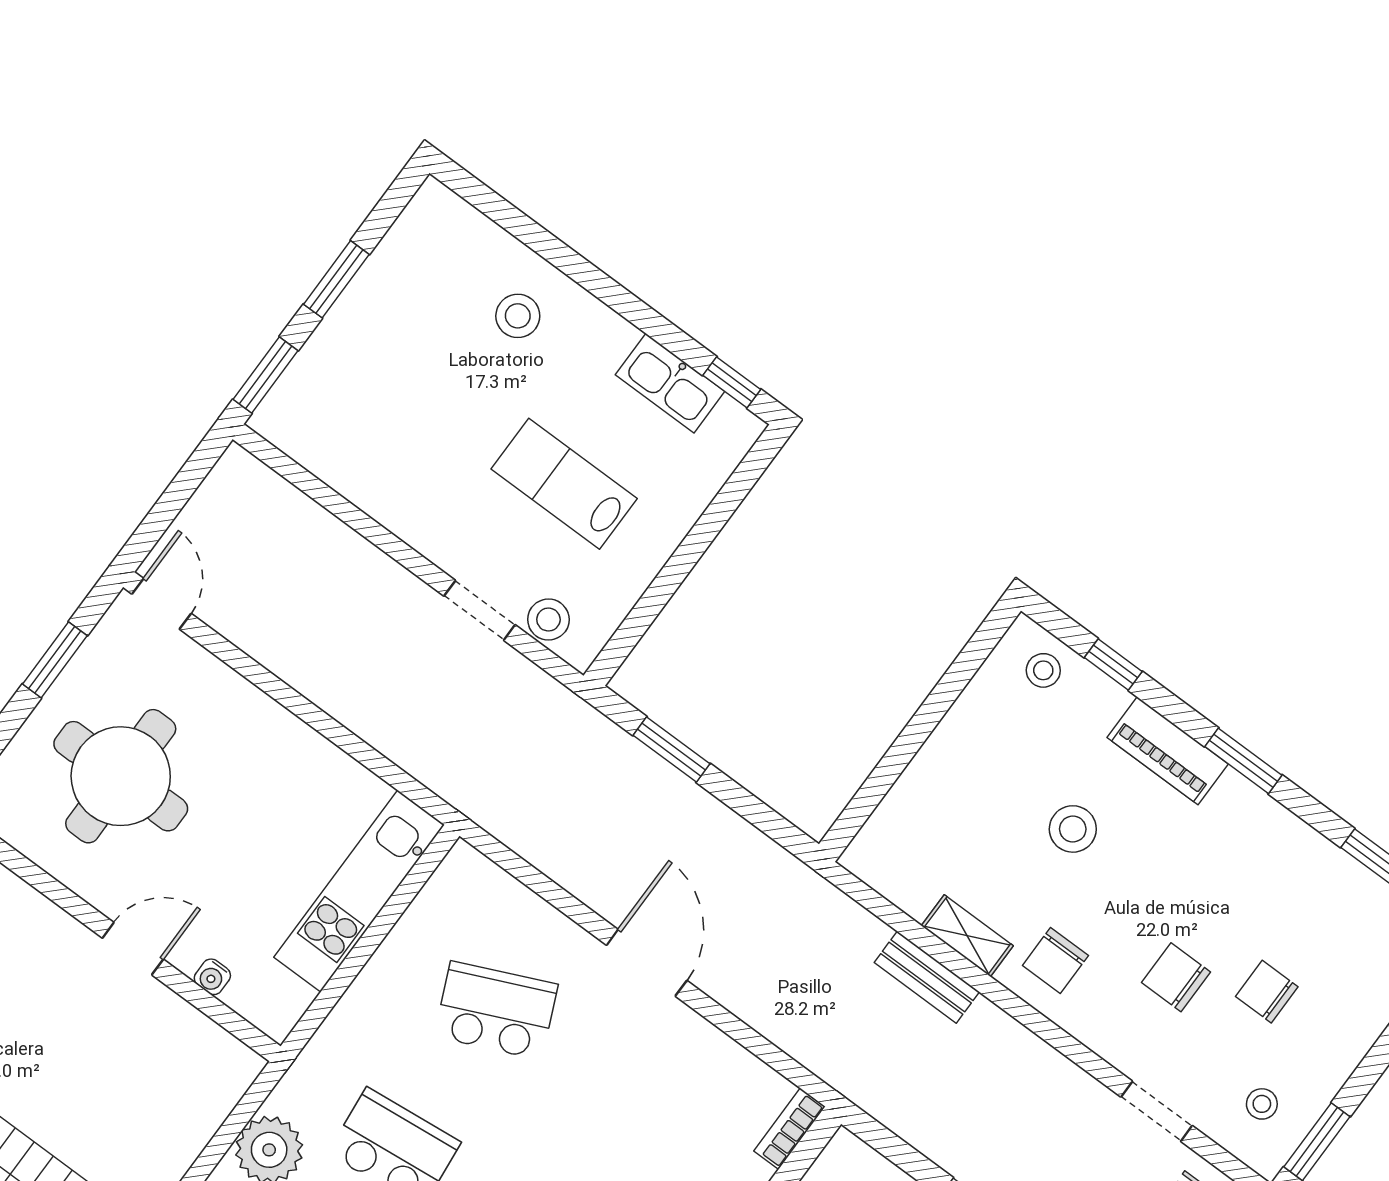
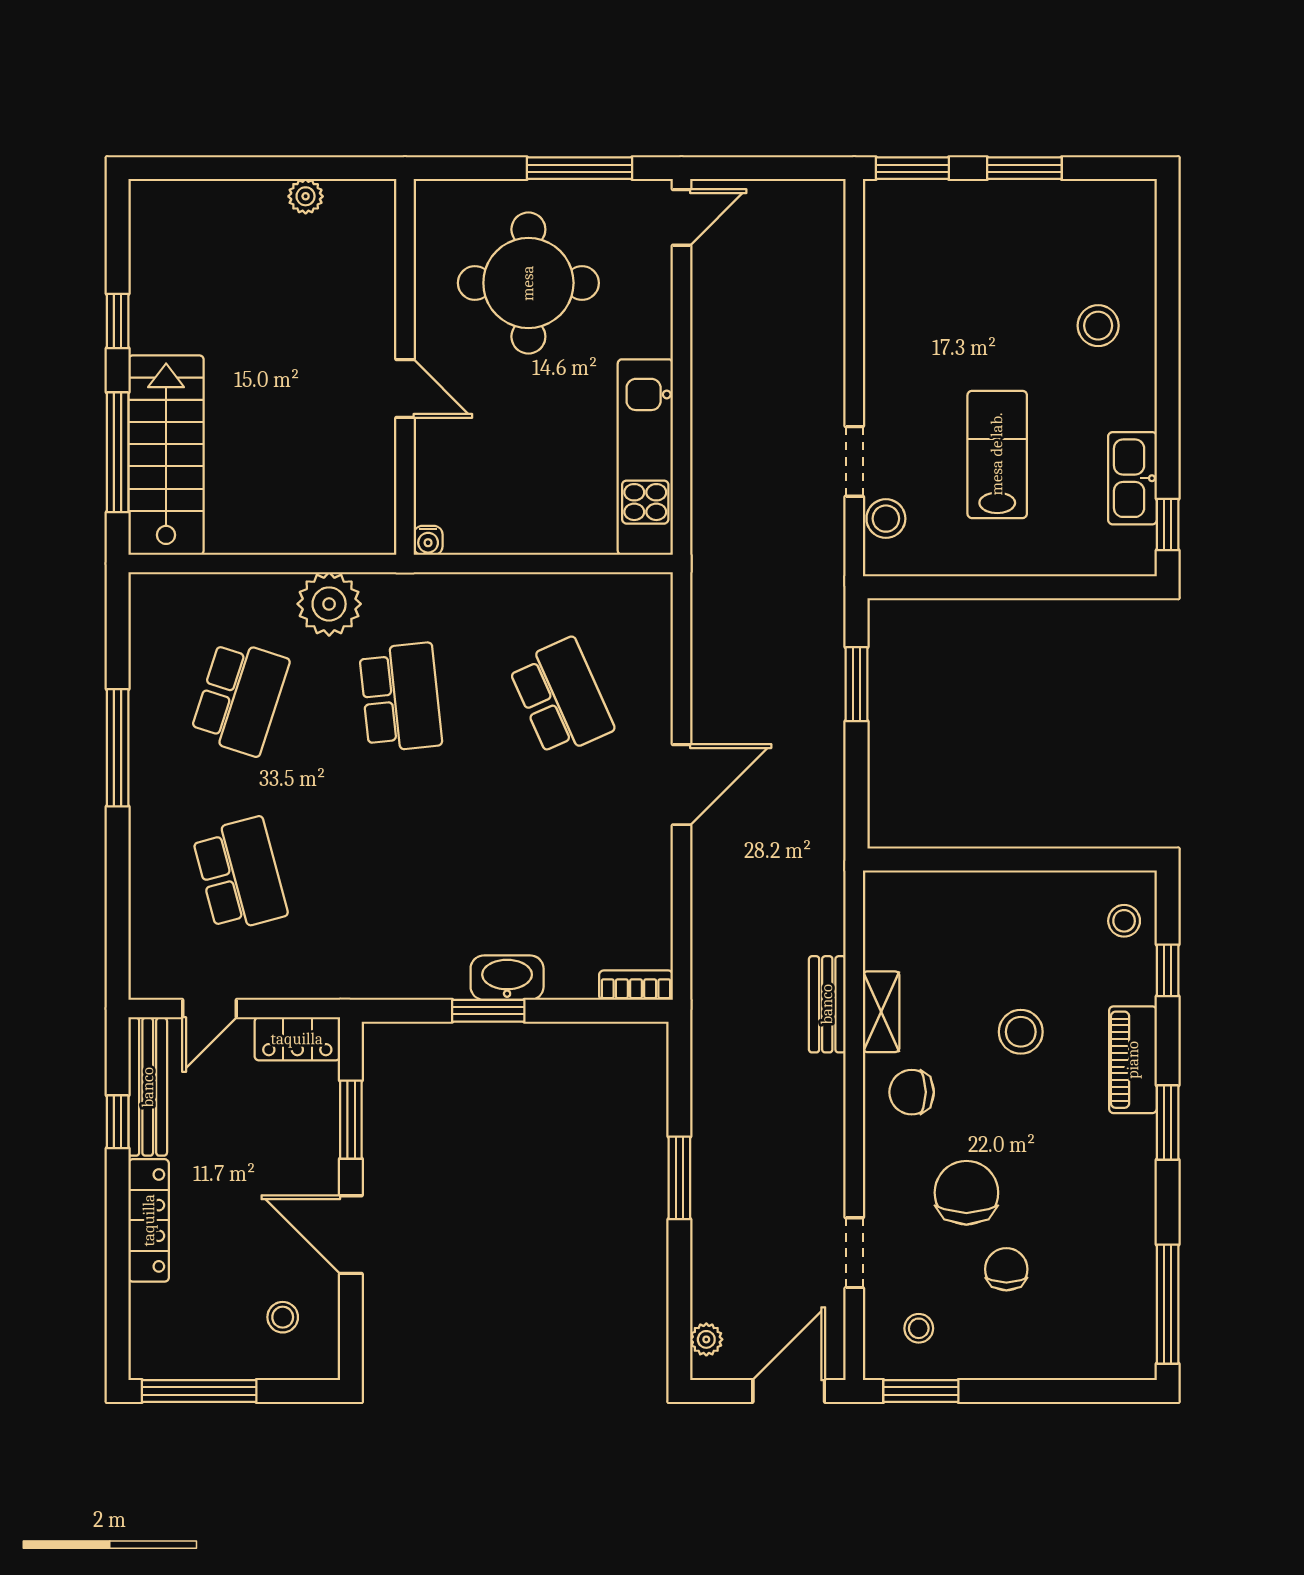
window: (55, 660) -> (579, 168), width x1.44
kitchen unit: (359, 891) -> (645, 457), moved, turned -90
water cooler: (212, 977) -> (428, 540), moved, turned -90
chair: (1176, 977) -> (966, 1193), width x1.37, depth x1.37

